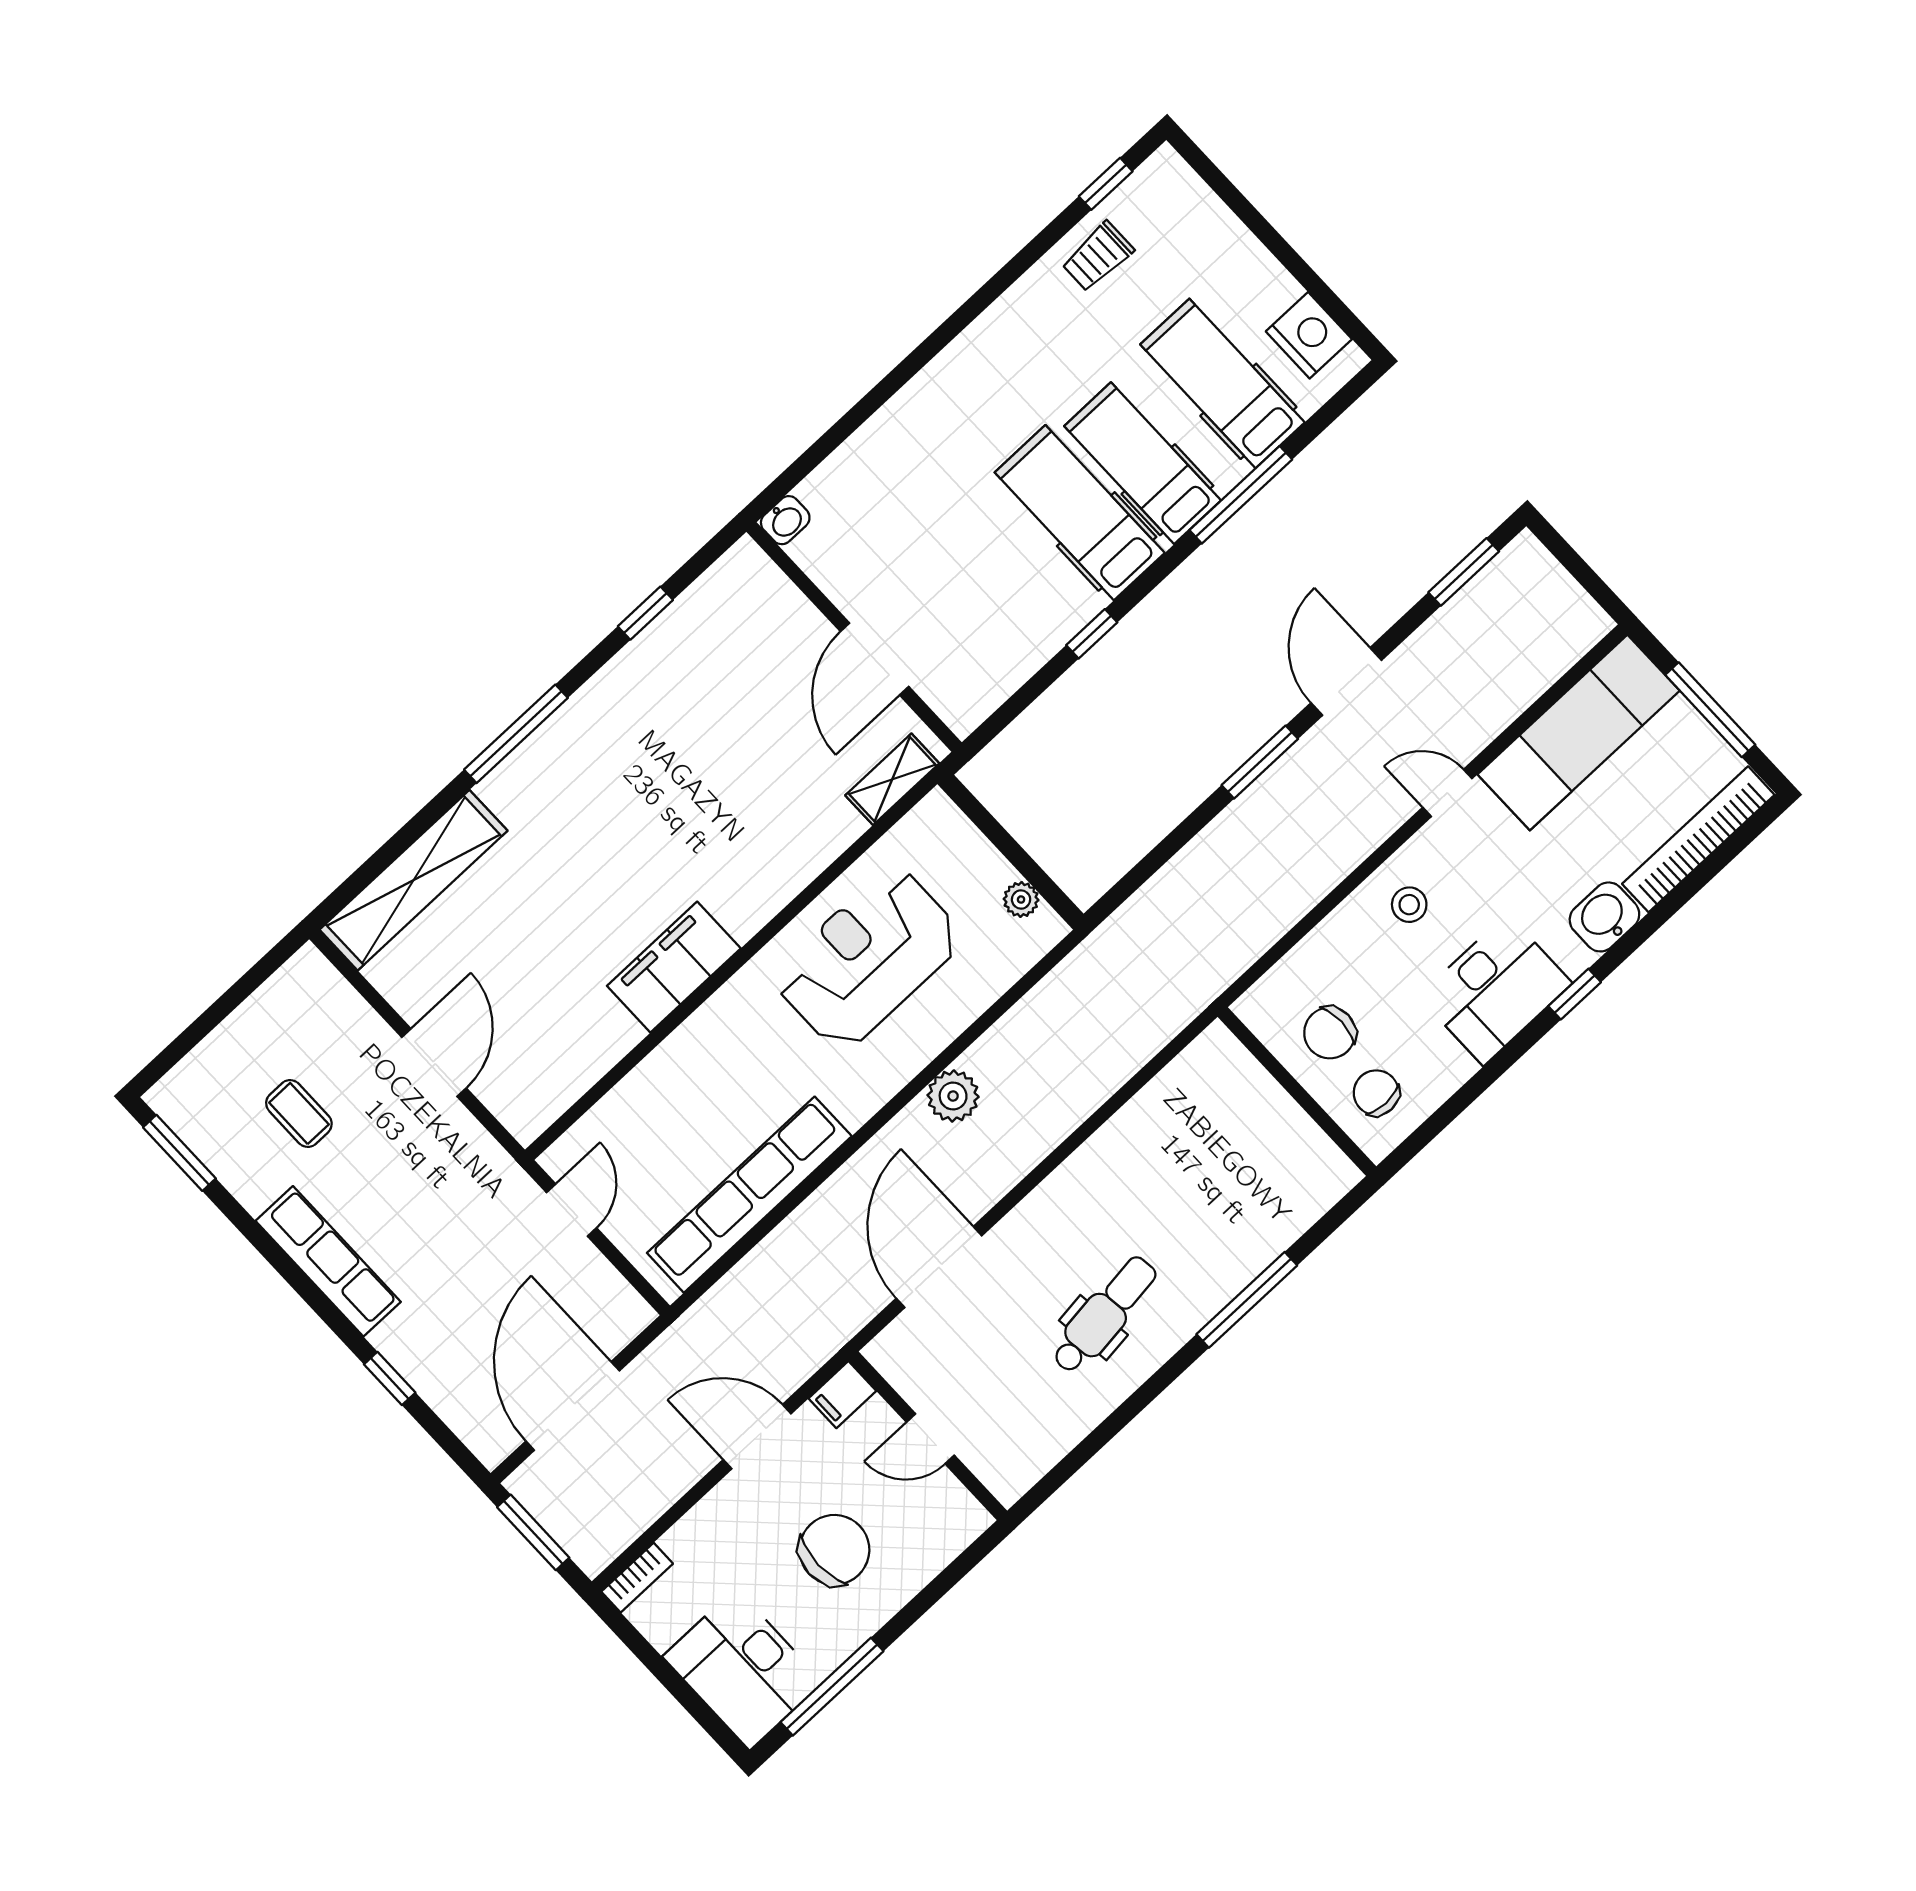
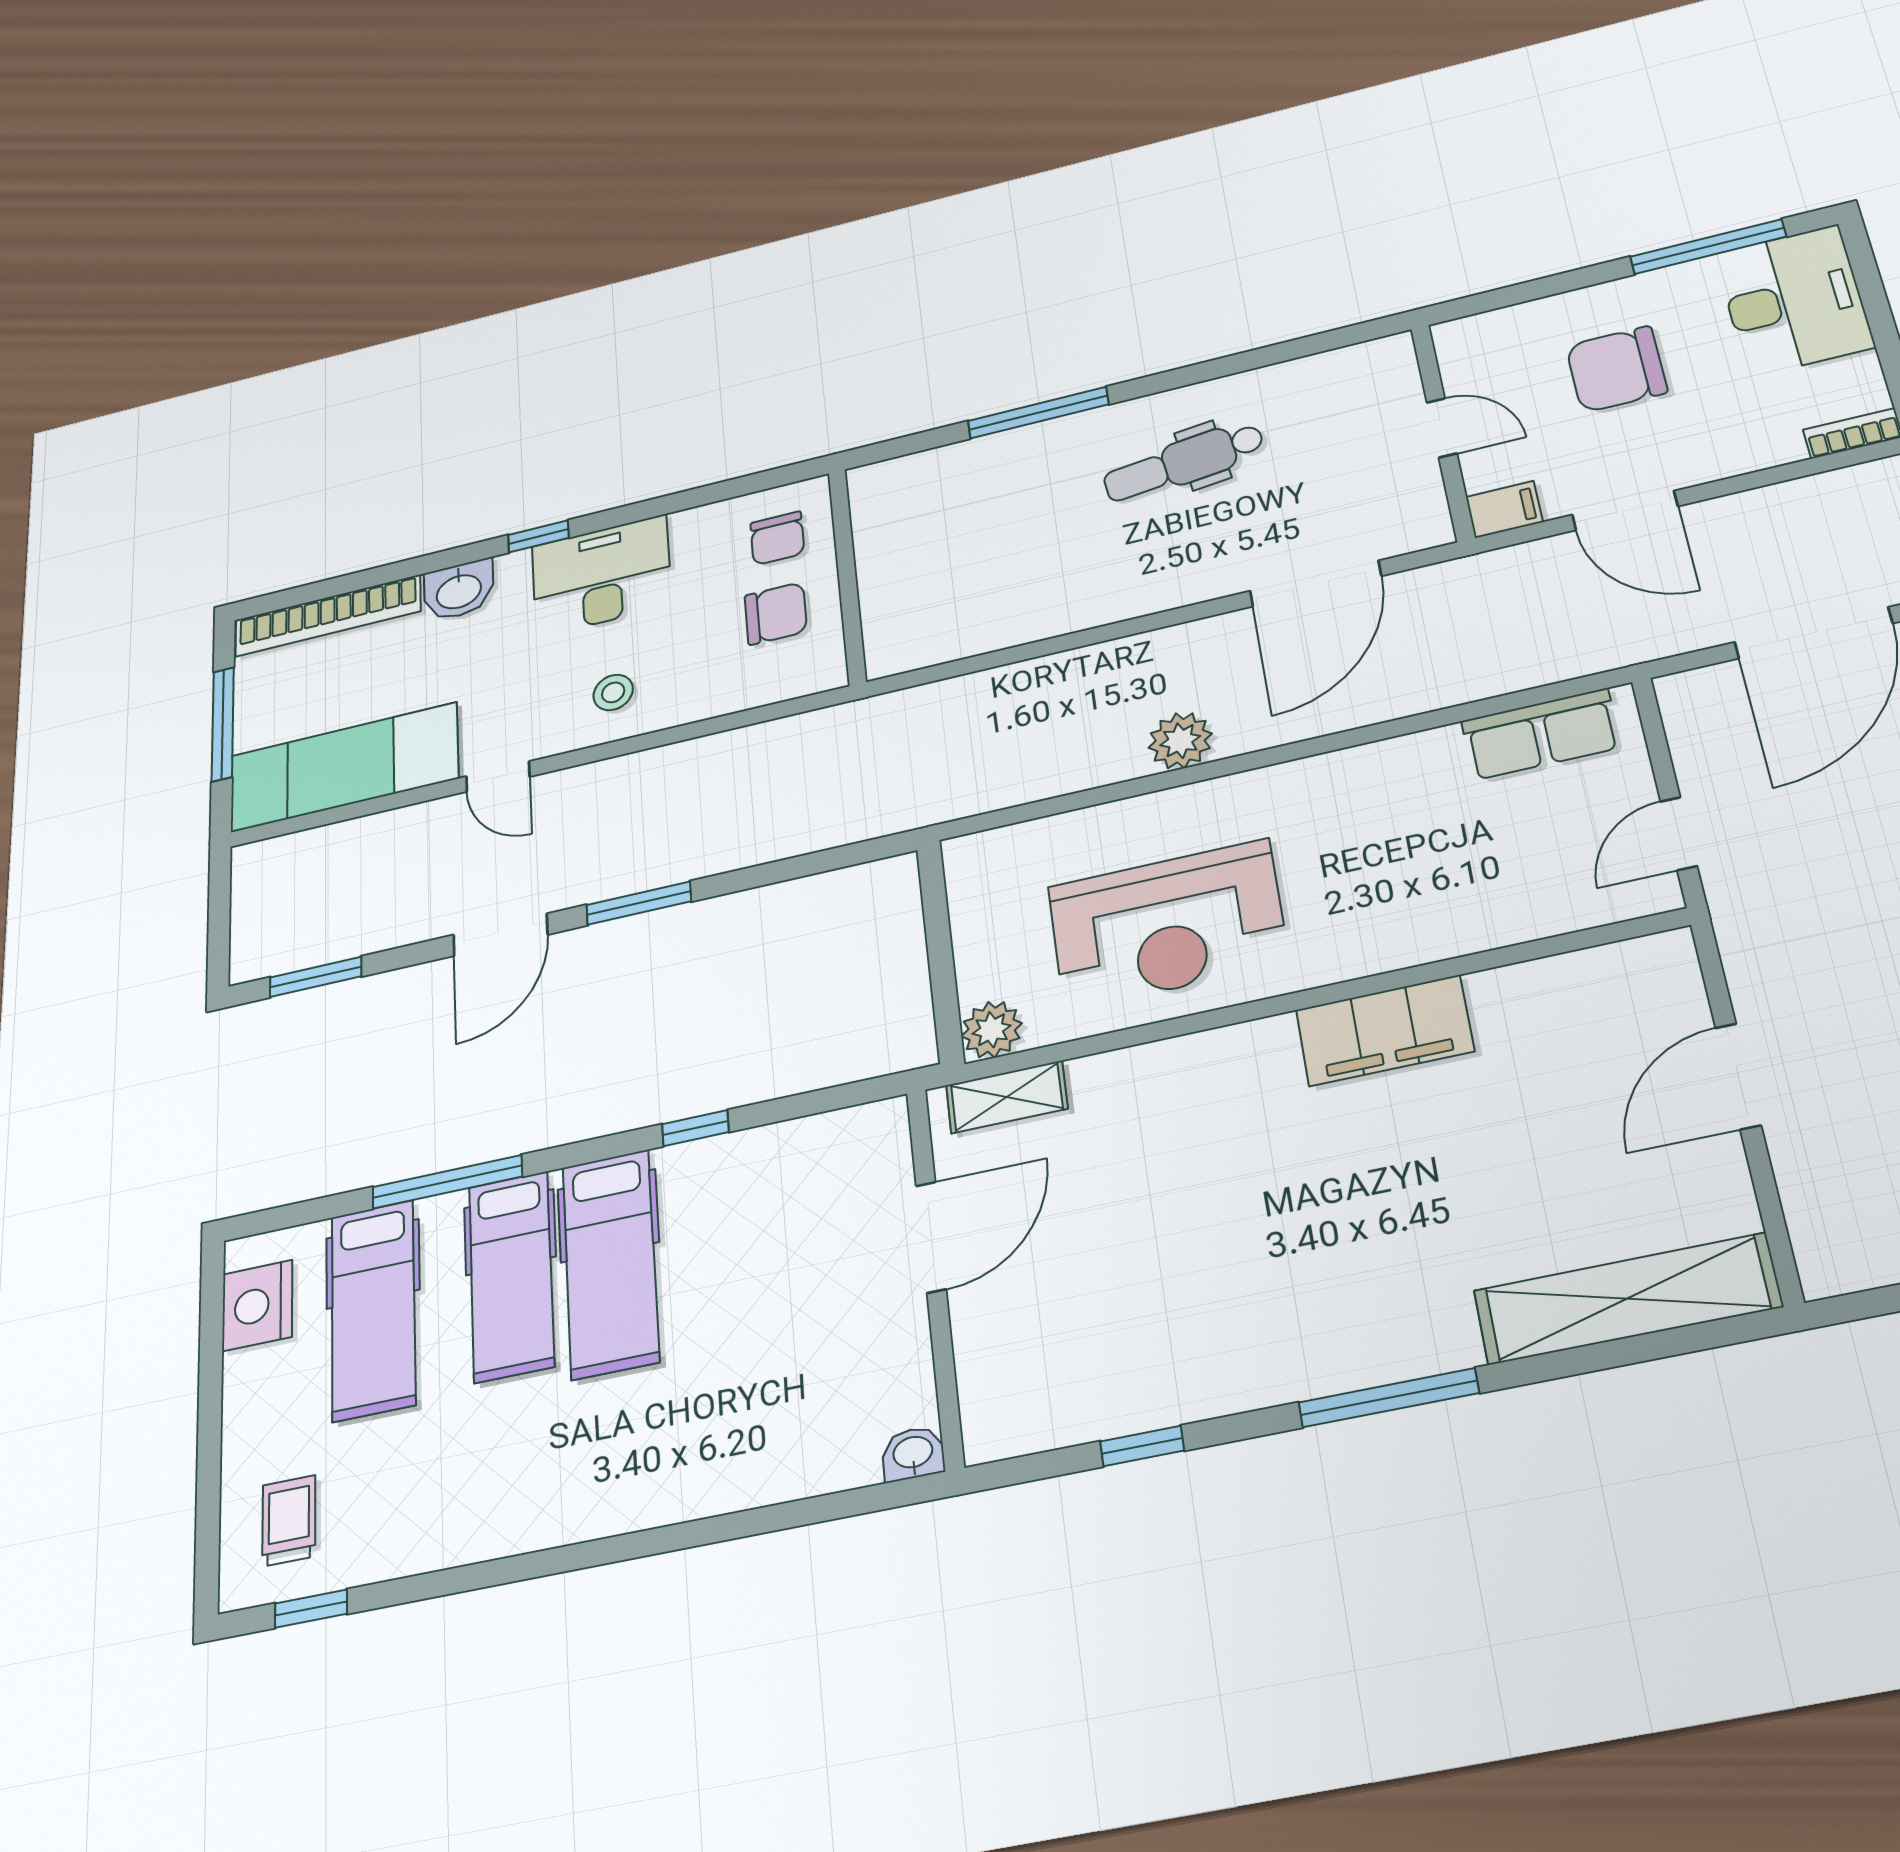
trolley: (1098, 257) -> (289, 1521), moved, turned -90
plant: (1021, 900) -> (992, 1030), moved, width x1.38, depth x1.38
row of seats: (749, 1195) -> (1541, 734), width x0.50

